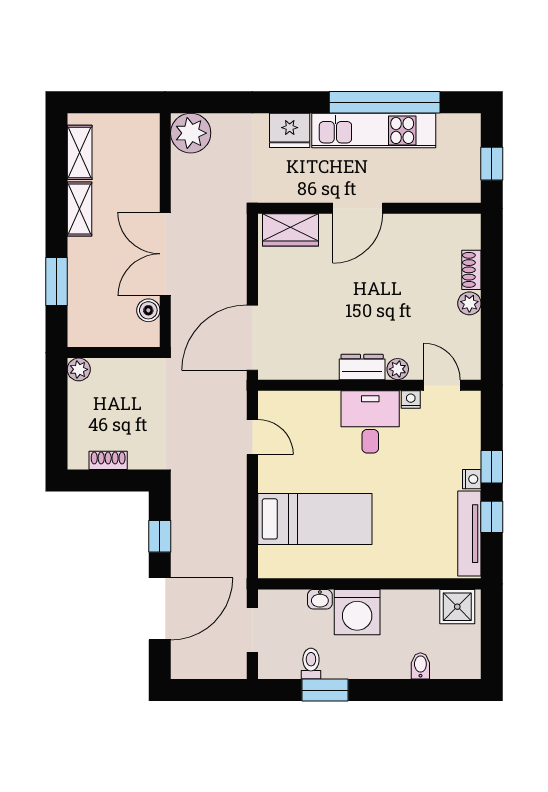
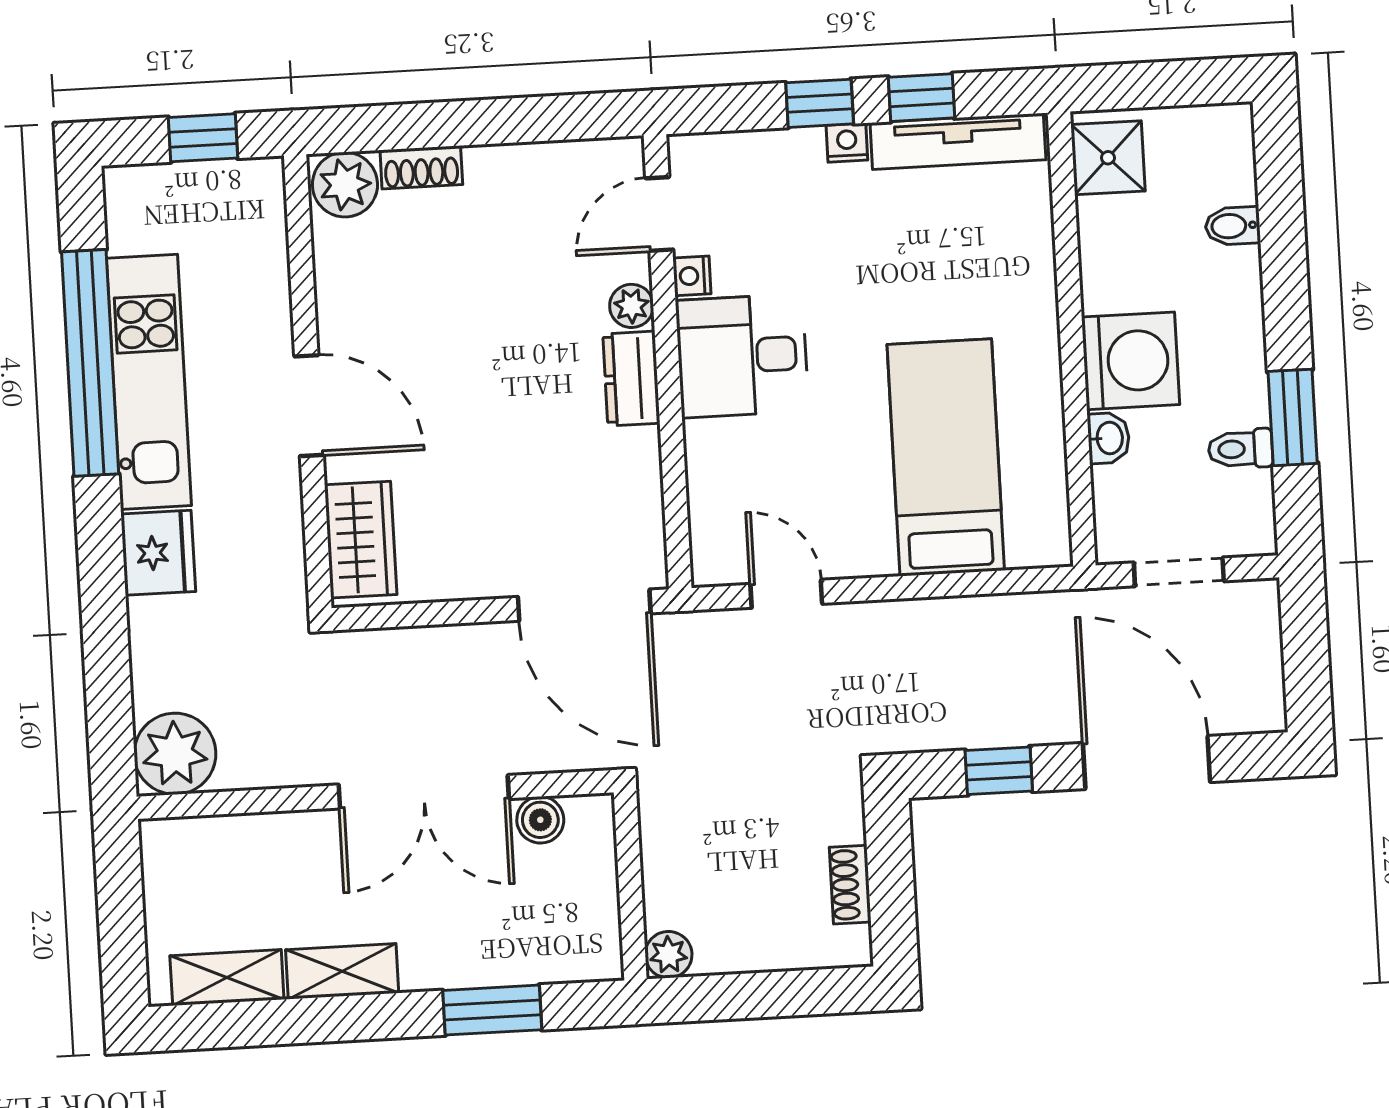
plant: (469, 303) -> (345, 185), moved, width x1.38, depth x1.38
door: (252, 437) -> (786, 594), hinge flipped

